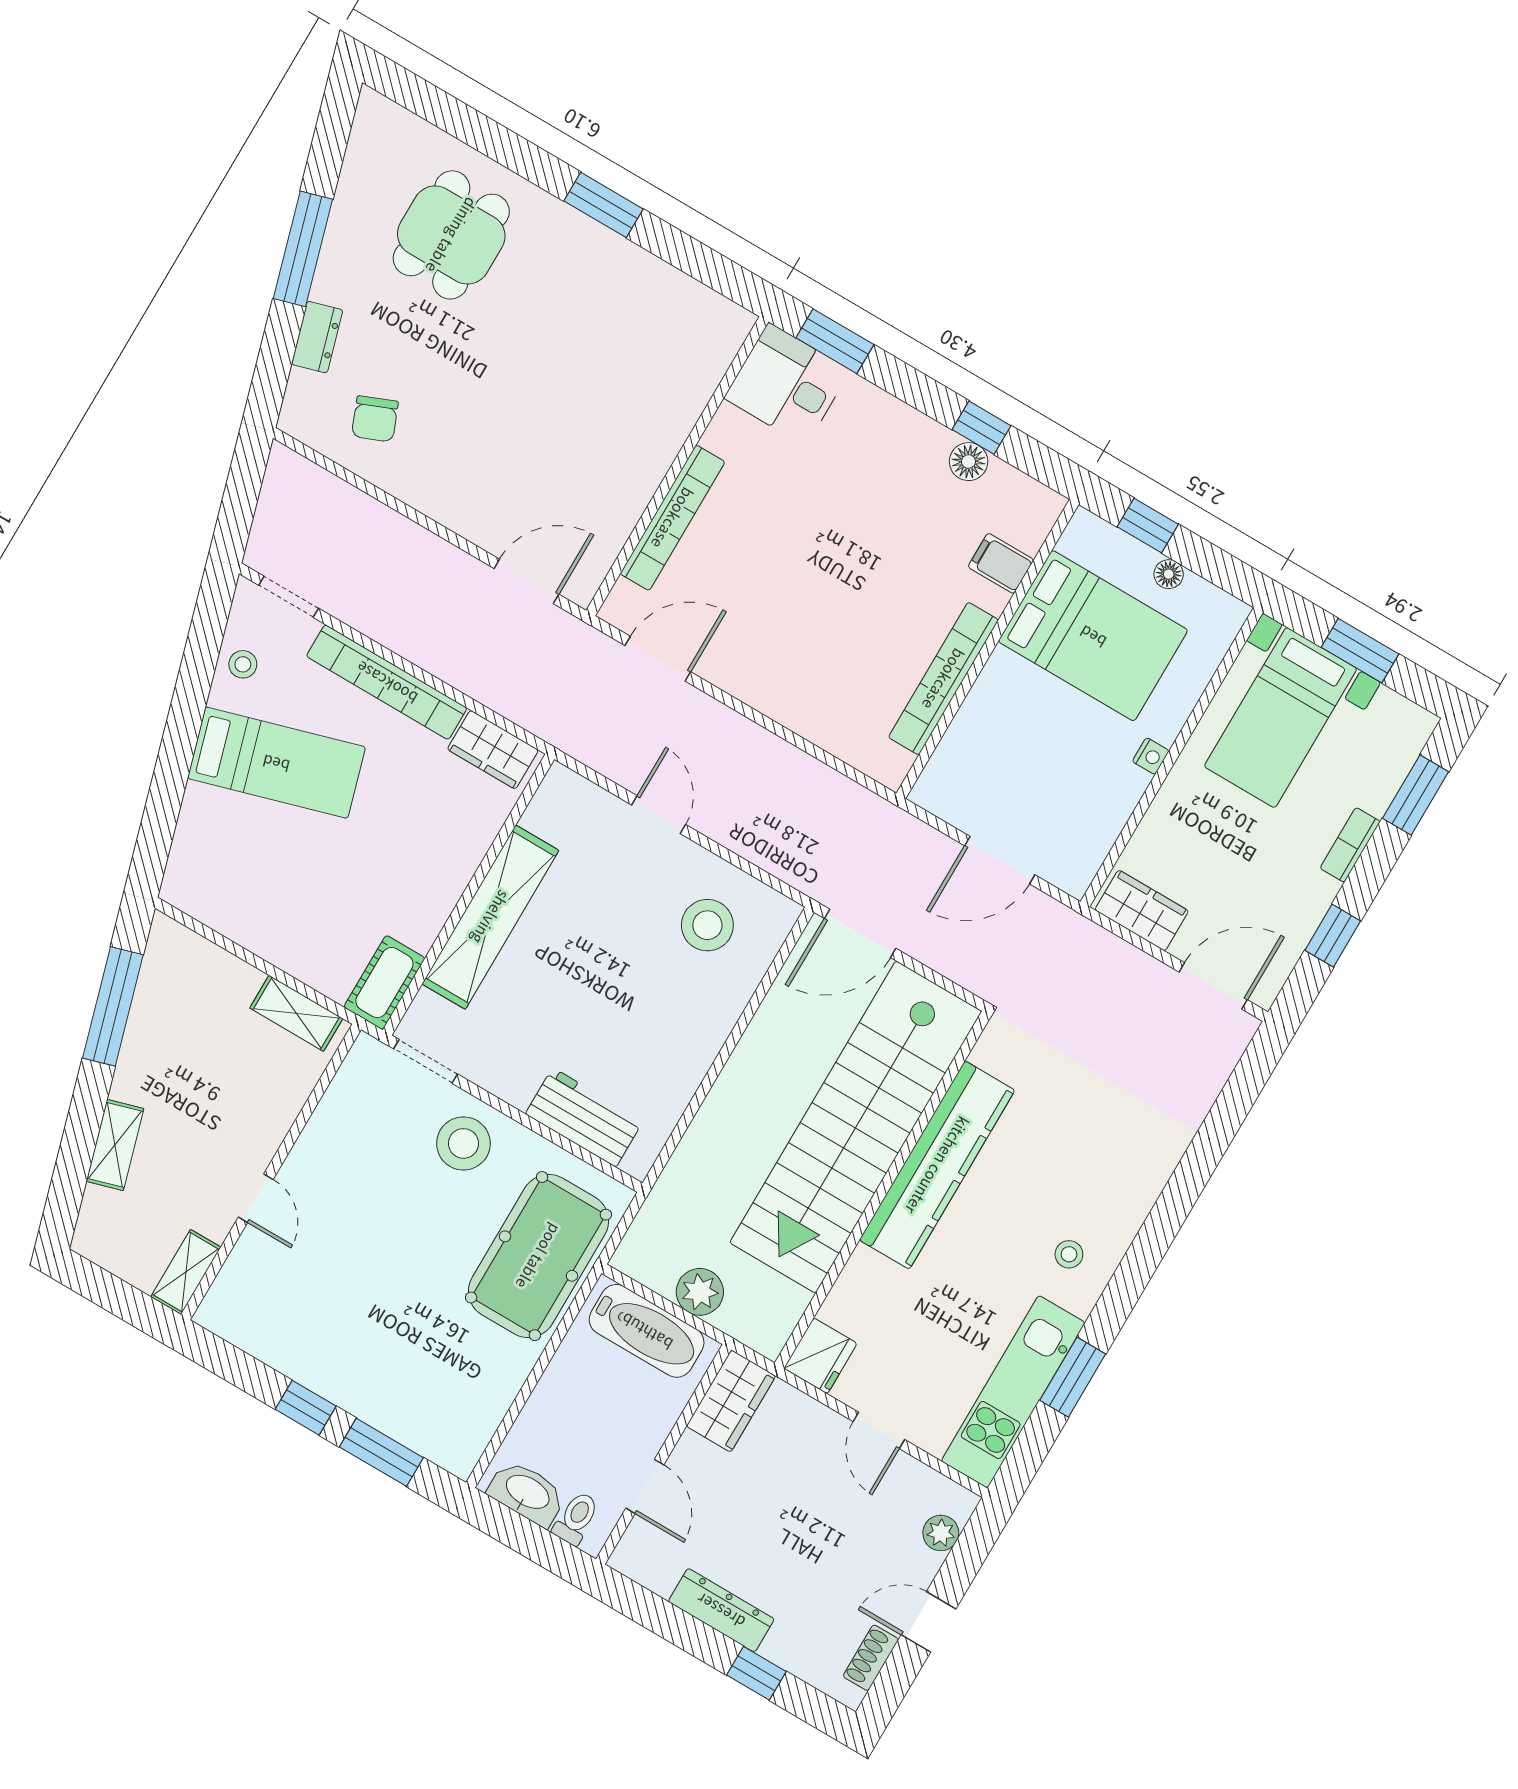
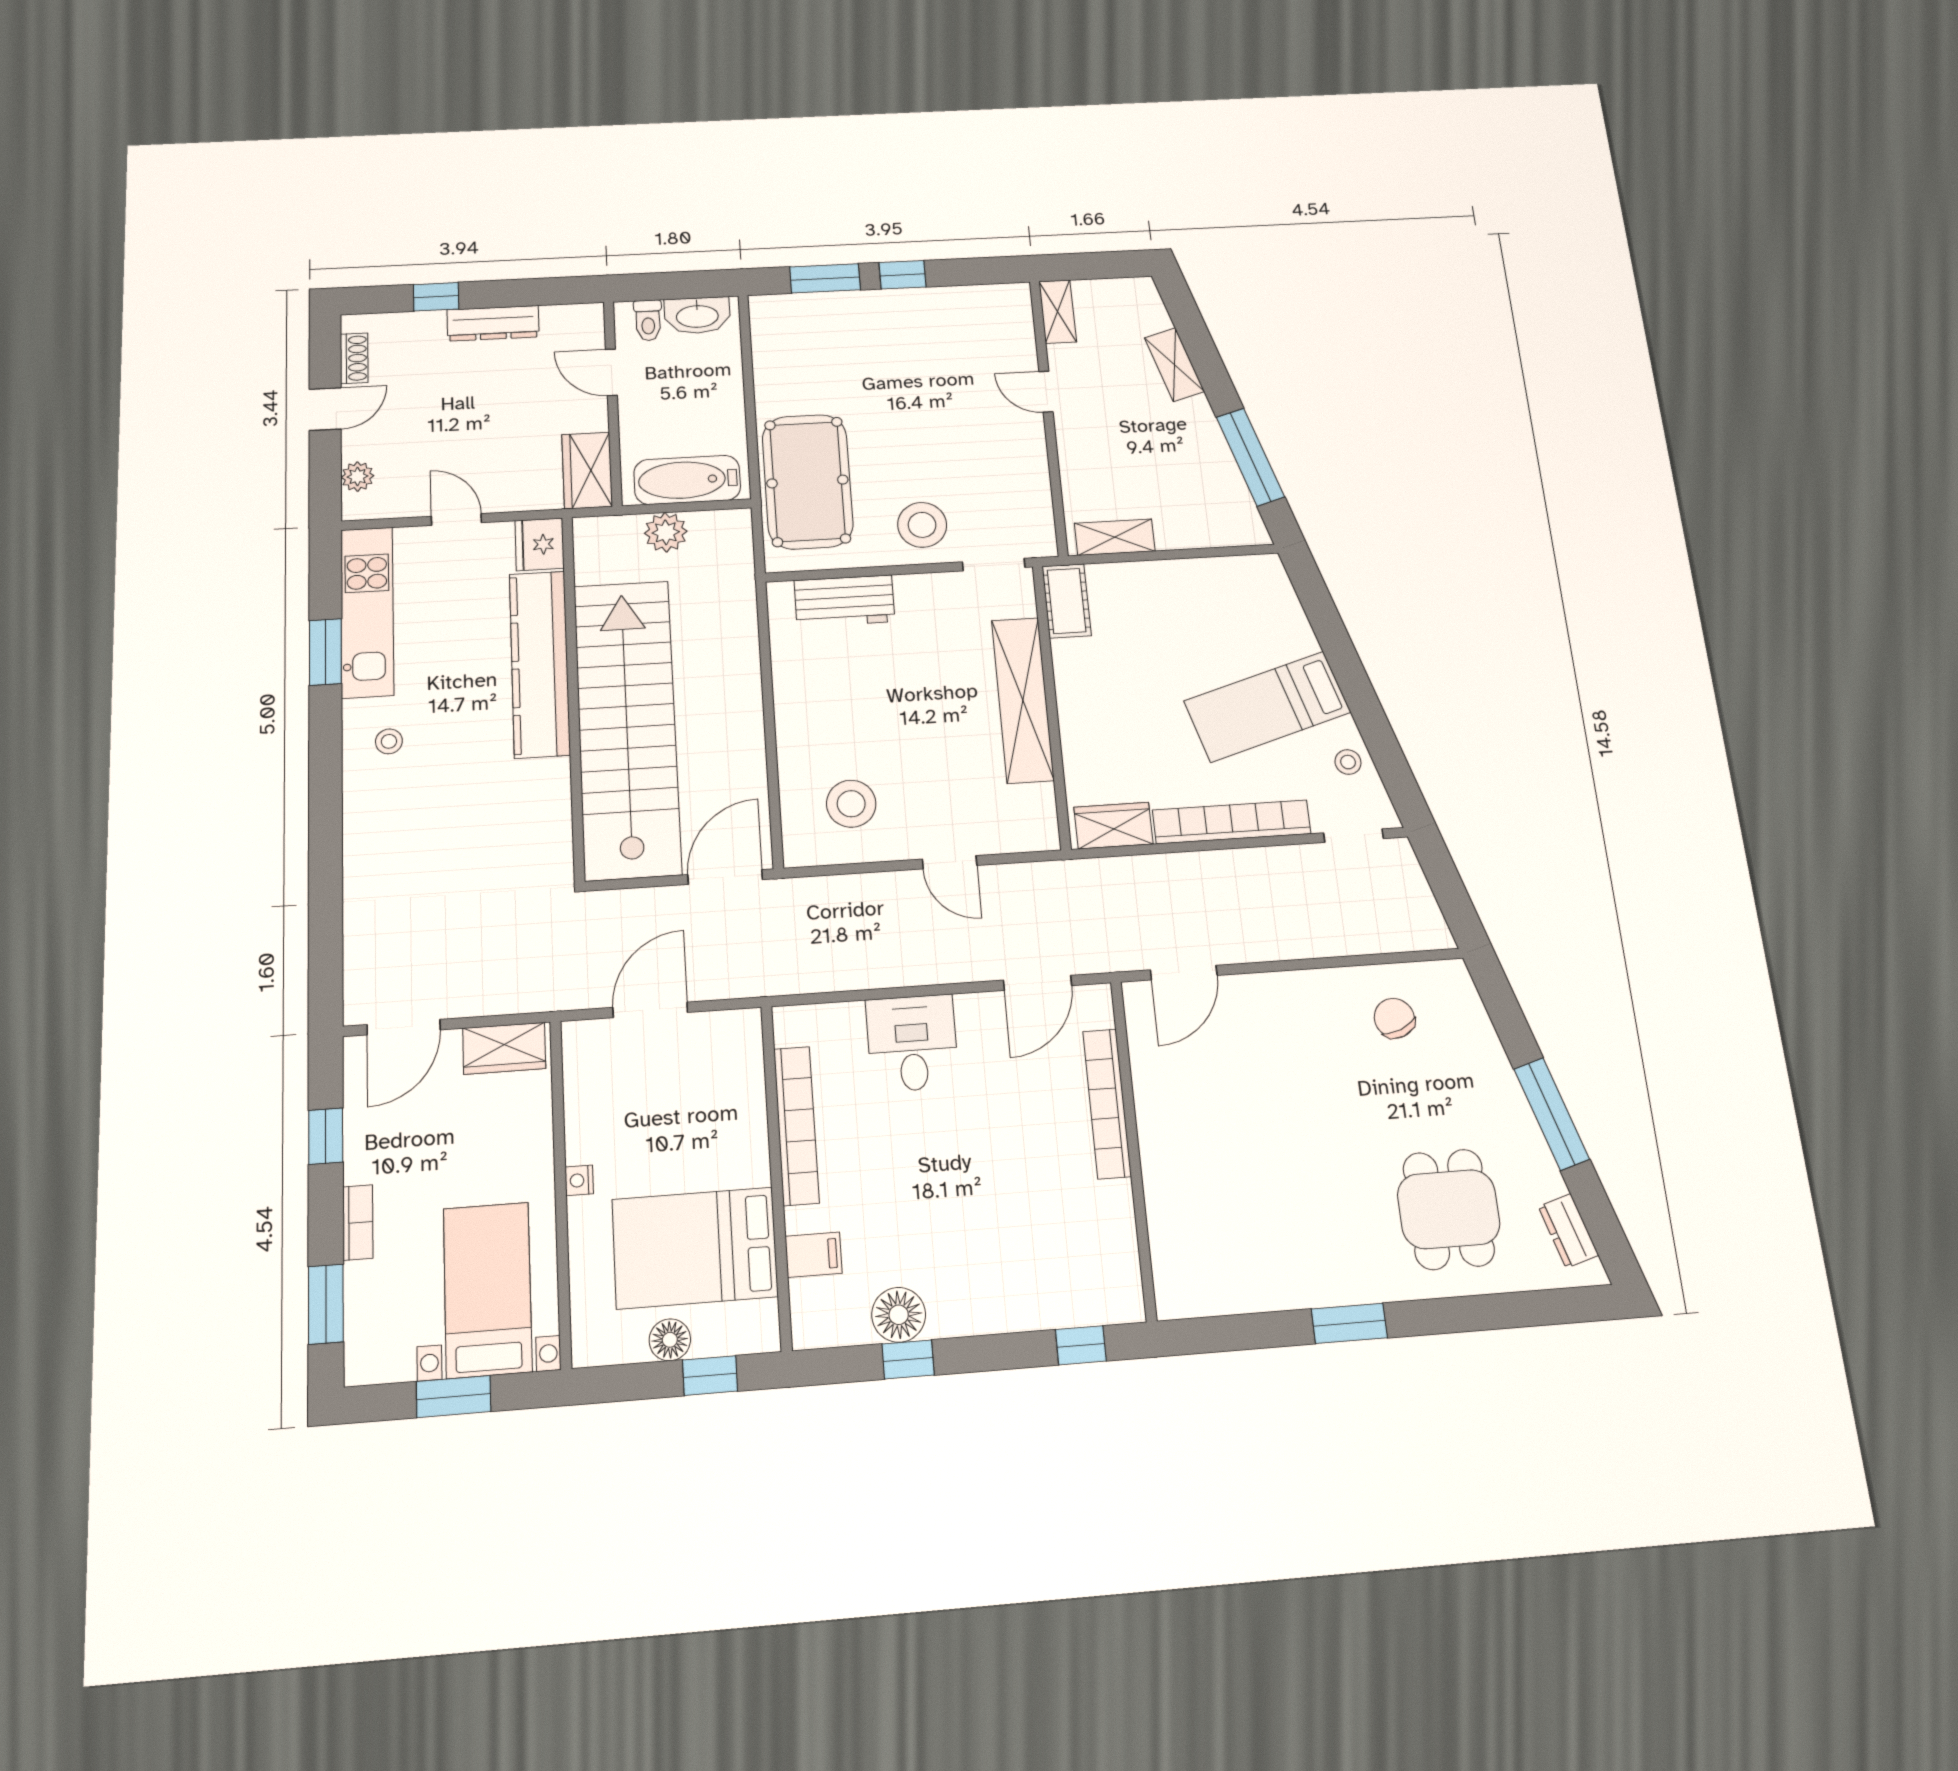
dresser: (317, 337) -> (1568, 1231), moved
window: (835, 341) -> (1081, 1345), width x0.67
desk: (787, 384) -> (912, 1043), moved, turned -90
floor lamp: (969, 462) -> (899, 1315), width x1.38, depth x1.38
floor lamp: (1169, 574) -> (670, 1340), width x1.37, depth x1.37
kitchen counter: (937, 1165) -> (540, 664), moved

